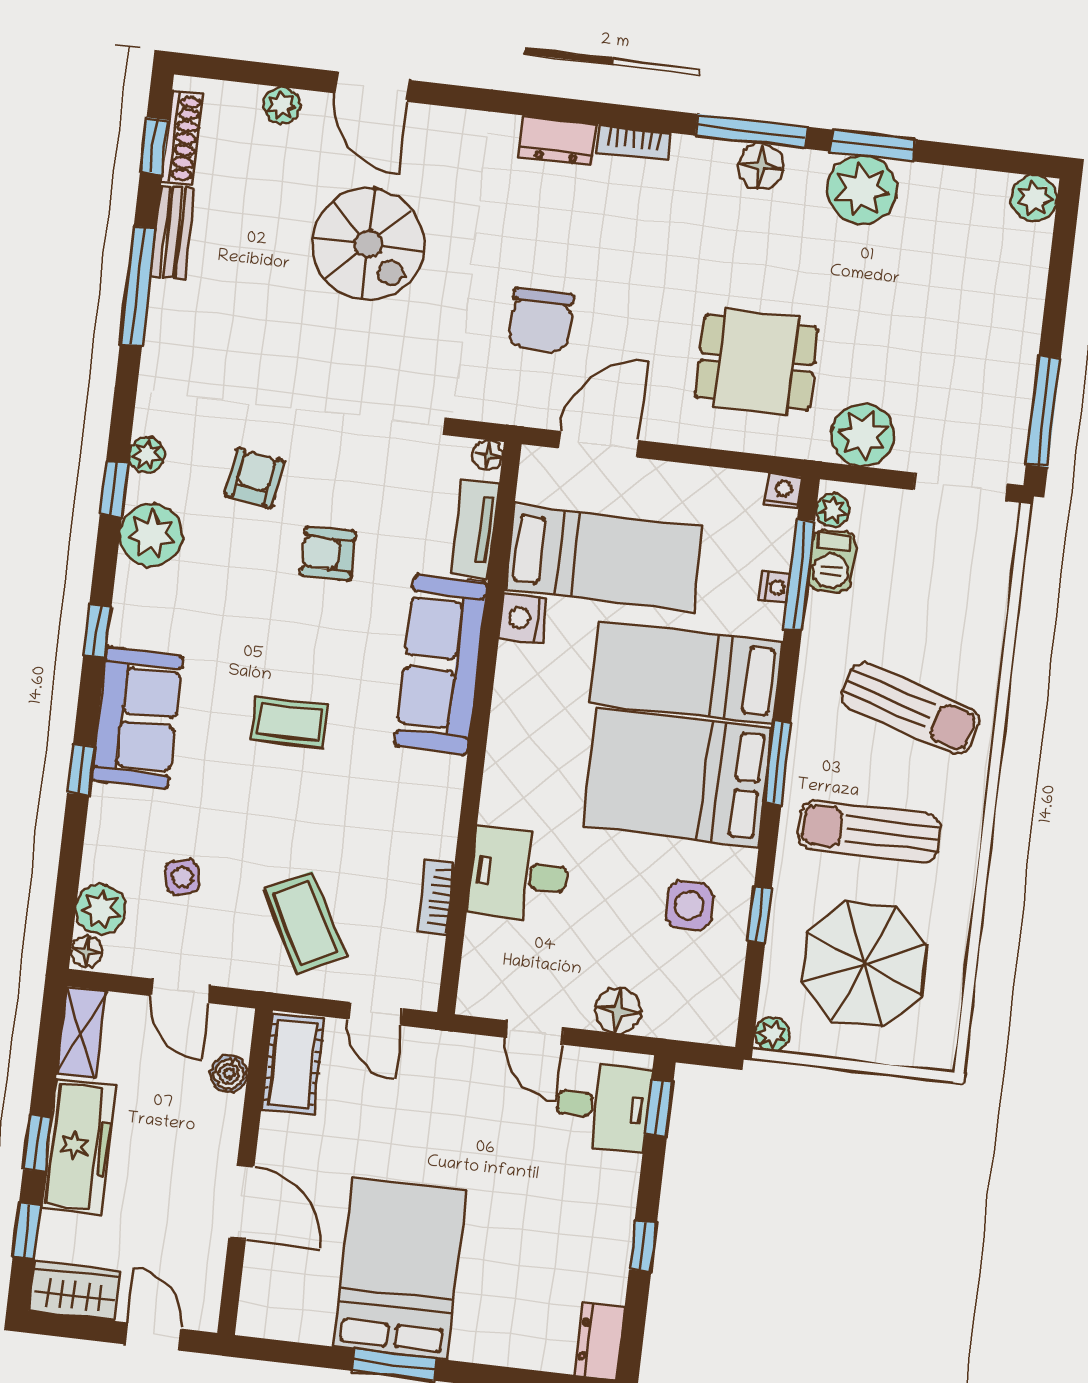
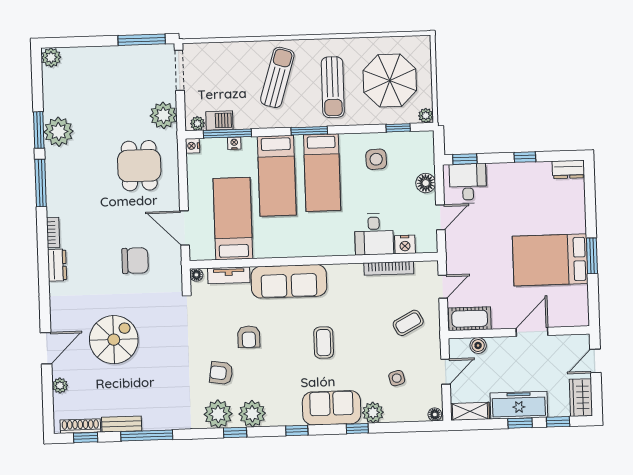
floor lamp: (761, 166) -> (55, 177), removed
plant: (147, 455) -> (218, 414), width x1.87, depth x1.87
nightstand: (523, 618) -> (405, 245), moved
bed: (678, 778) -> (322, 173), width x0.67
bookcase: (436, 897) -> (389, 268), width x1.56
plant: (101, 909) -> (373, 413), moved
window: (760, 915) -> (398, 128), moved
coffee table: (305, 922) -> (408, 323), width x0.73, depth x0.77

